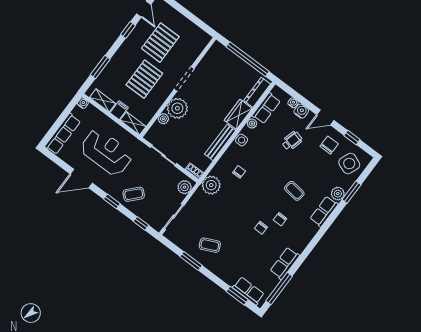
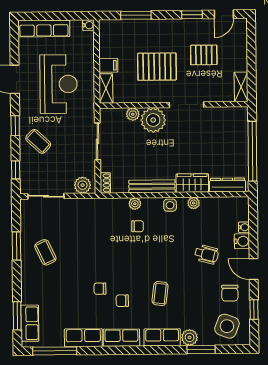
pallet: (160, 43) -> (204, 55), width x0.67, depth x0.71
shelving: (103, 100) -> (241, 87), moved
row of seats: (266, 108) -> (121, 338), moved, turned 180
chair: (329, 145) -> (230, 293), turned 90
plant: (211, 185) -> (135, 204), moved, width x0.53, depth x0.53

